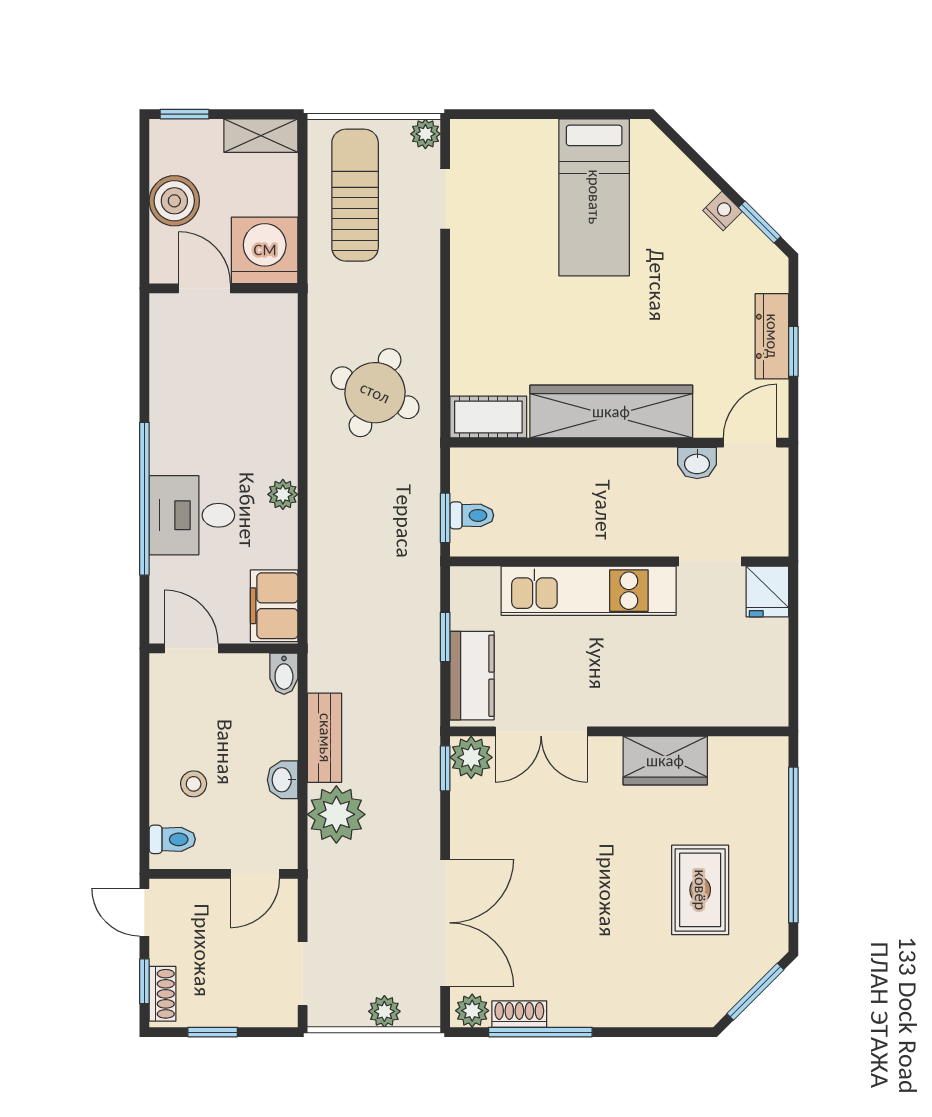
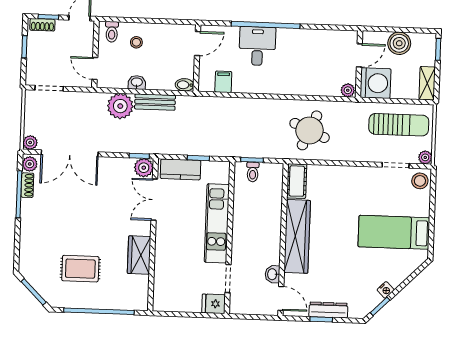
stool: (478, 144) -> (420, 181), added
plant: (283, 494) -> (348, 90), moved
filing cabinet: (274, 606) -> (223, 82), width x0.50
plant: (384, 1011) -> (30, 142), moved

